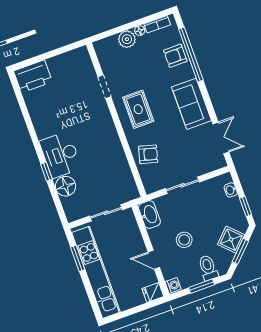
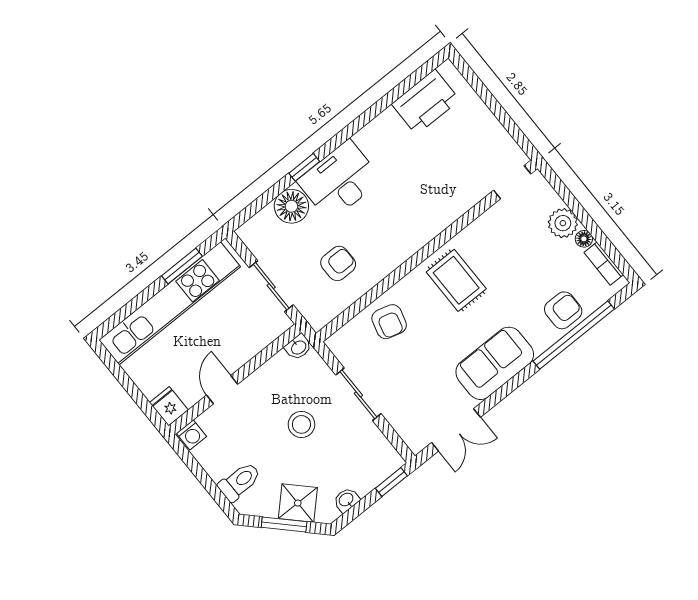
armchair: (175, 56) -> (563, 310), turned 90
printer: (33, 76) -> (426, 102), moved, turned -90
doorway: (104, 87) -> (512, 182), moved
rug: (138, 109) -> (456, 280), turned 90
armchair: (106, 171) -> (338, 263), added
washbasin: (231, 190) -> (346, 500), moved
window: (246, 206) -> (391, 482), moved
washbasin: (149, 215) -> (298, 347), width x0.52, depth x0.69
stool: (184, 240) -> (301, 424), moved
window: (202, 286) -> (206, 481), removed

